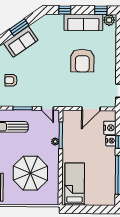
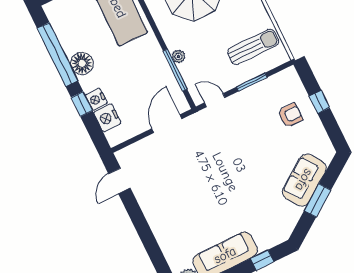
armchair: (82, 61) -> (198, 198), removed
door: (91, 109) -> (167, 124), moved
floor lamp: (109, 164) -> (82, 63), added

